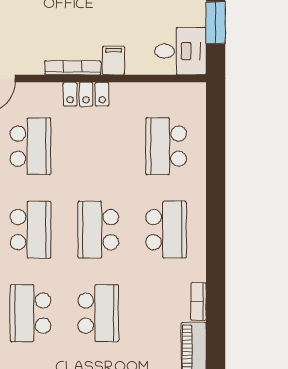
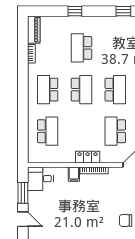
school desk: (30, 230) -> (115, 90), turned 180
school desk: (30, 313) -> (115, 48), removed

